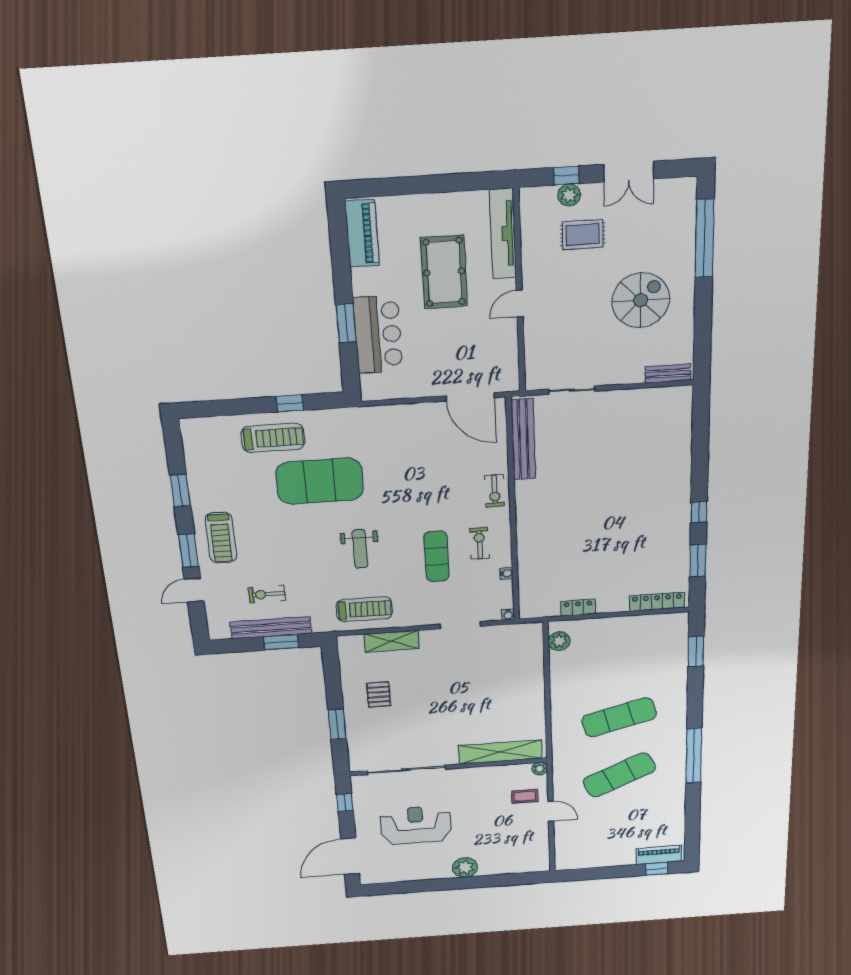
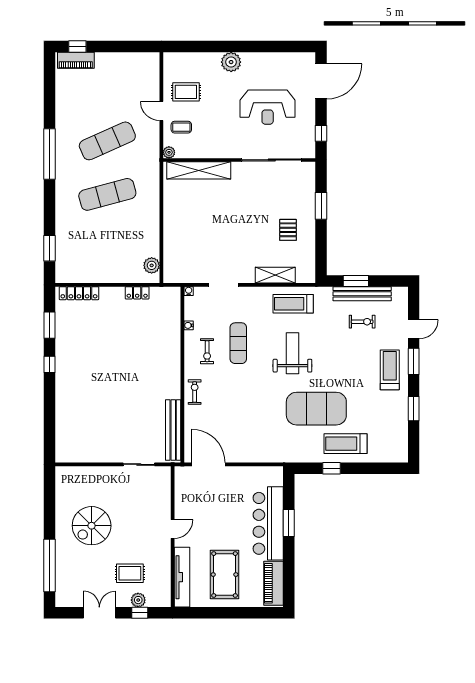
pool table: (444, 272) -> (225, 575), moved
bar counter: (378, 335) -> (268, 523), width x1.36
bench: (668, 373) -> (73, 472), removed
weight bench: (360, 549) -> (292, 353), width x1.36, depth x1.33
rug: (520, 833) -> (186, 92), added

